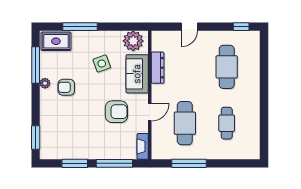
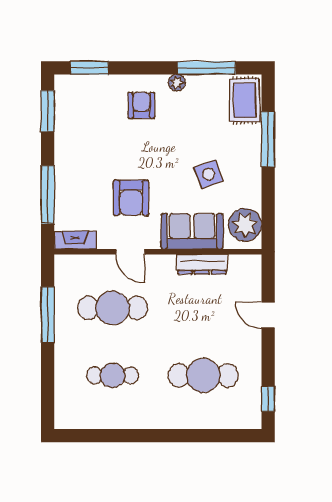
armchair: (66, 87) -> (141, 105), moved
window: (75, 163) -> (48, 111), moved

